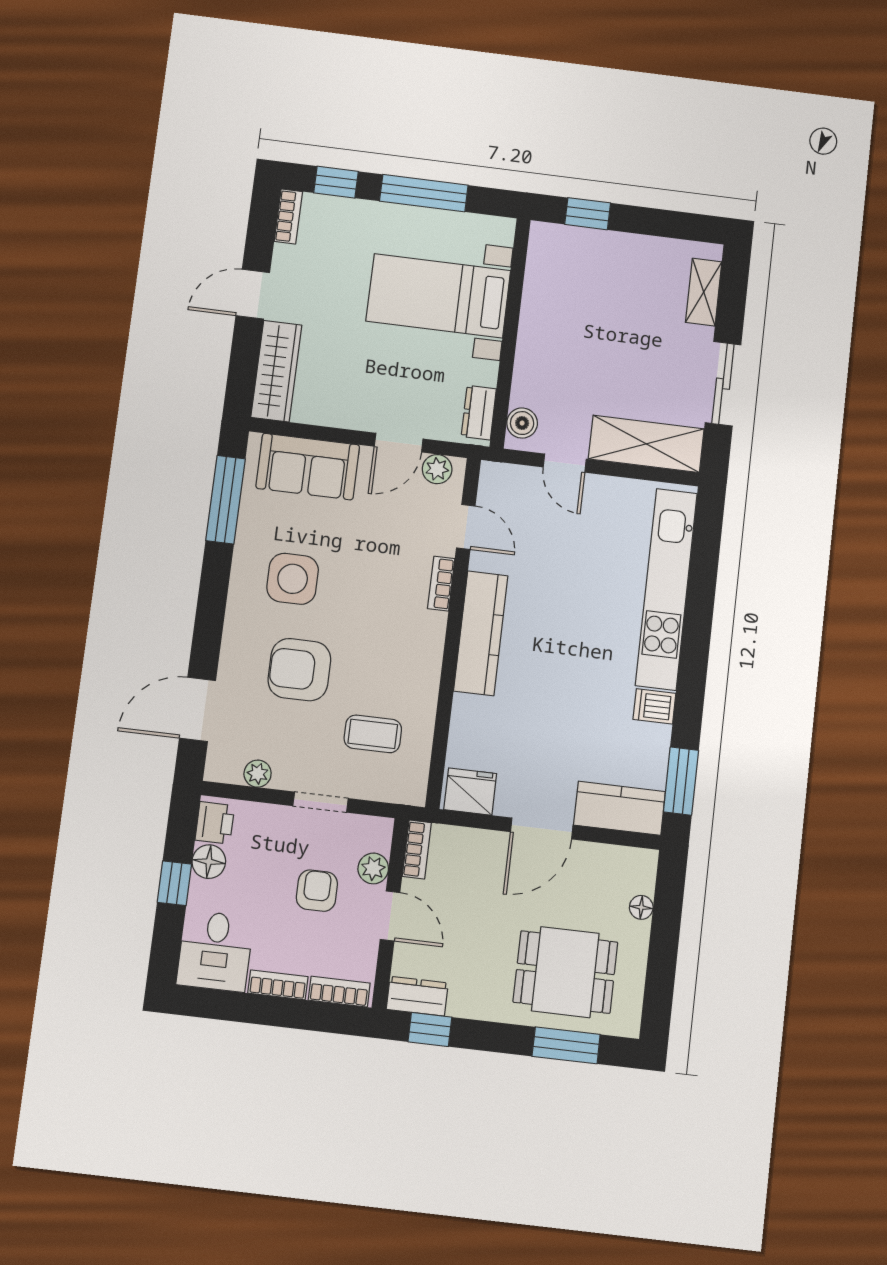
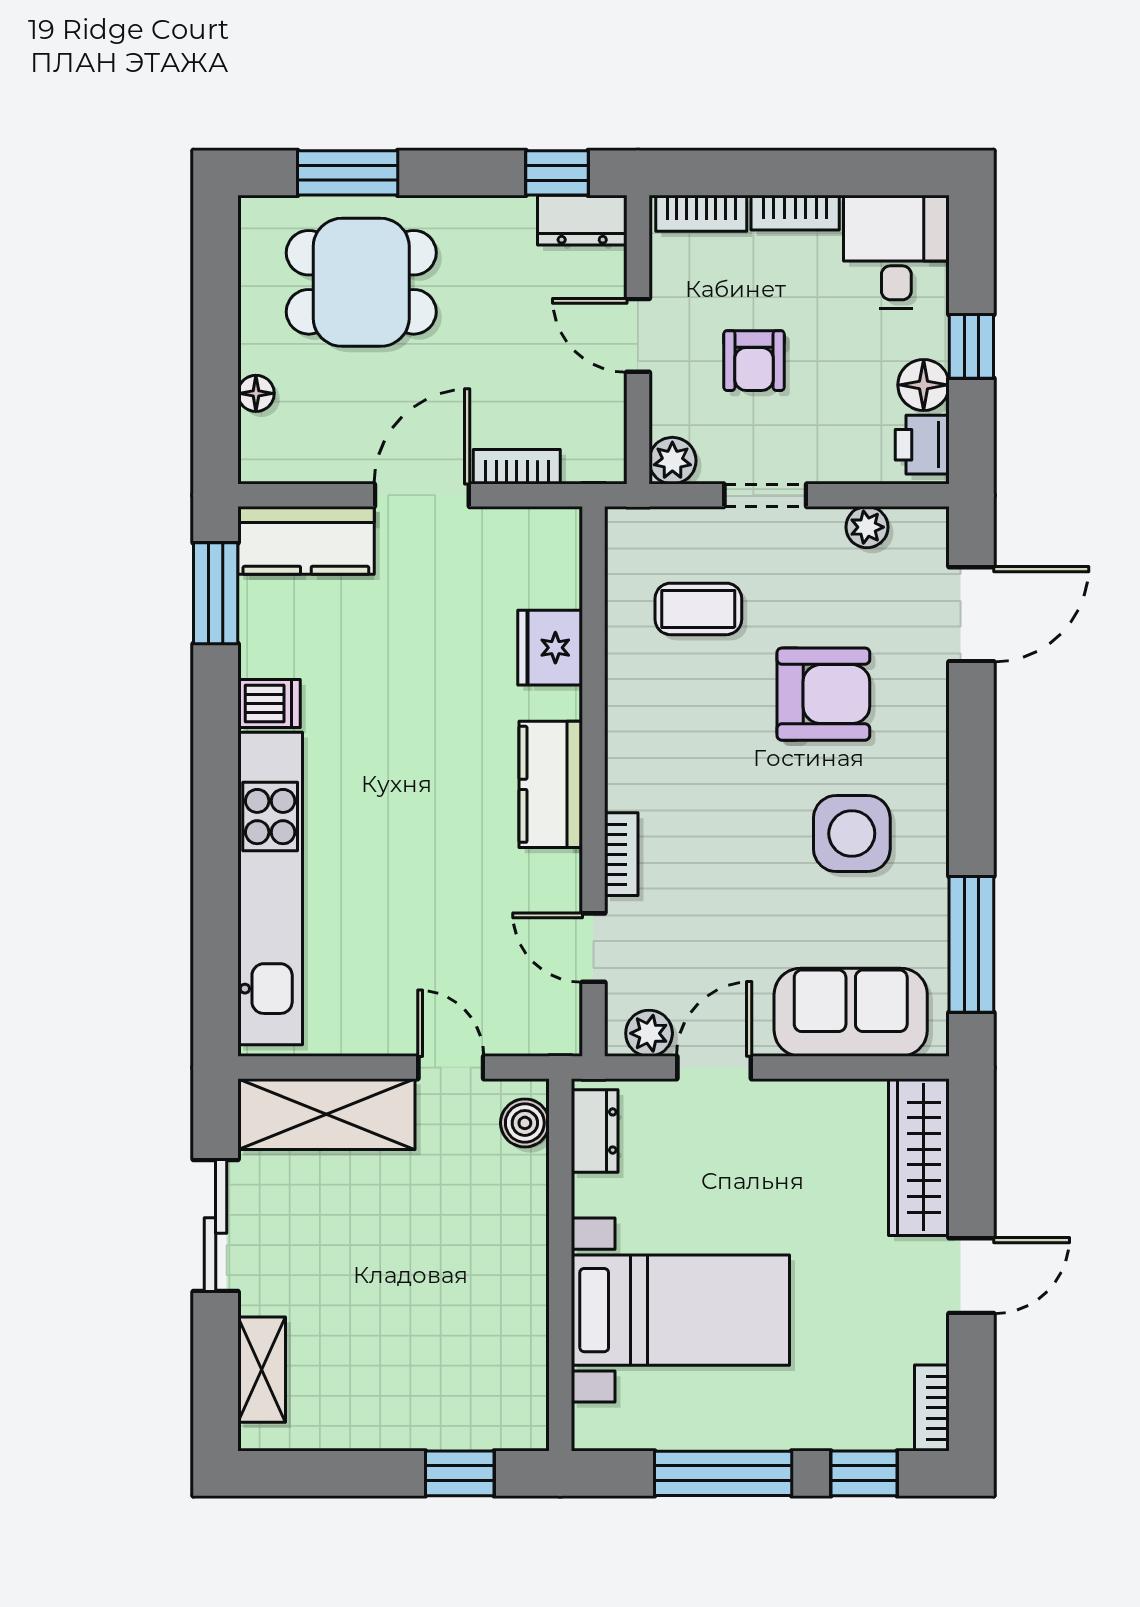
kitchen counter: (481, 633) -> (551, 784), width x0.67
fridge: (470, 792) -> (550, 648), moved, turned 90
bookcase: (417, 849) -> (517, 467), moved, turned 90
plant: (373, 868) -> (672, 461), moved

